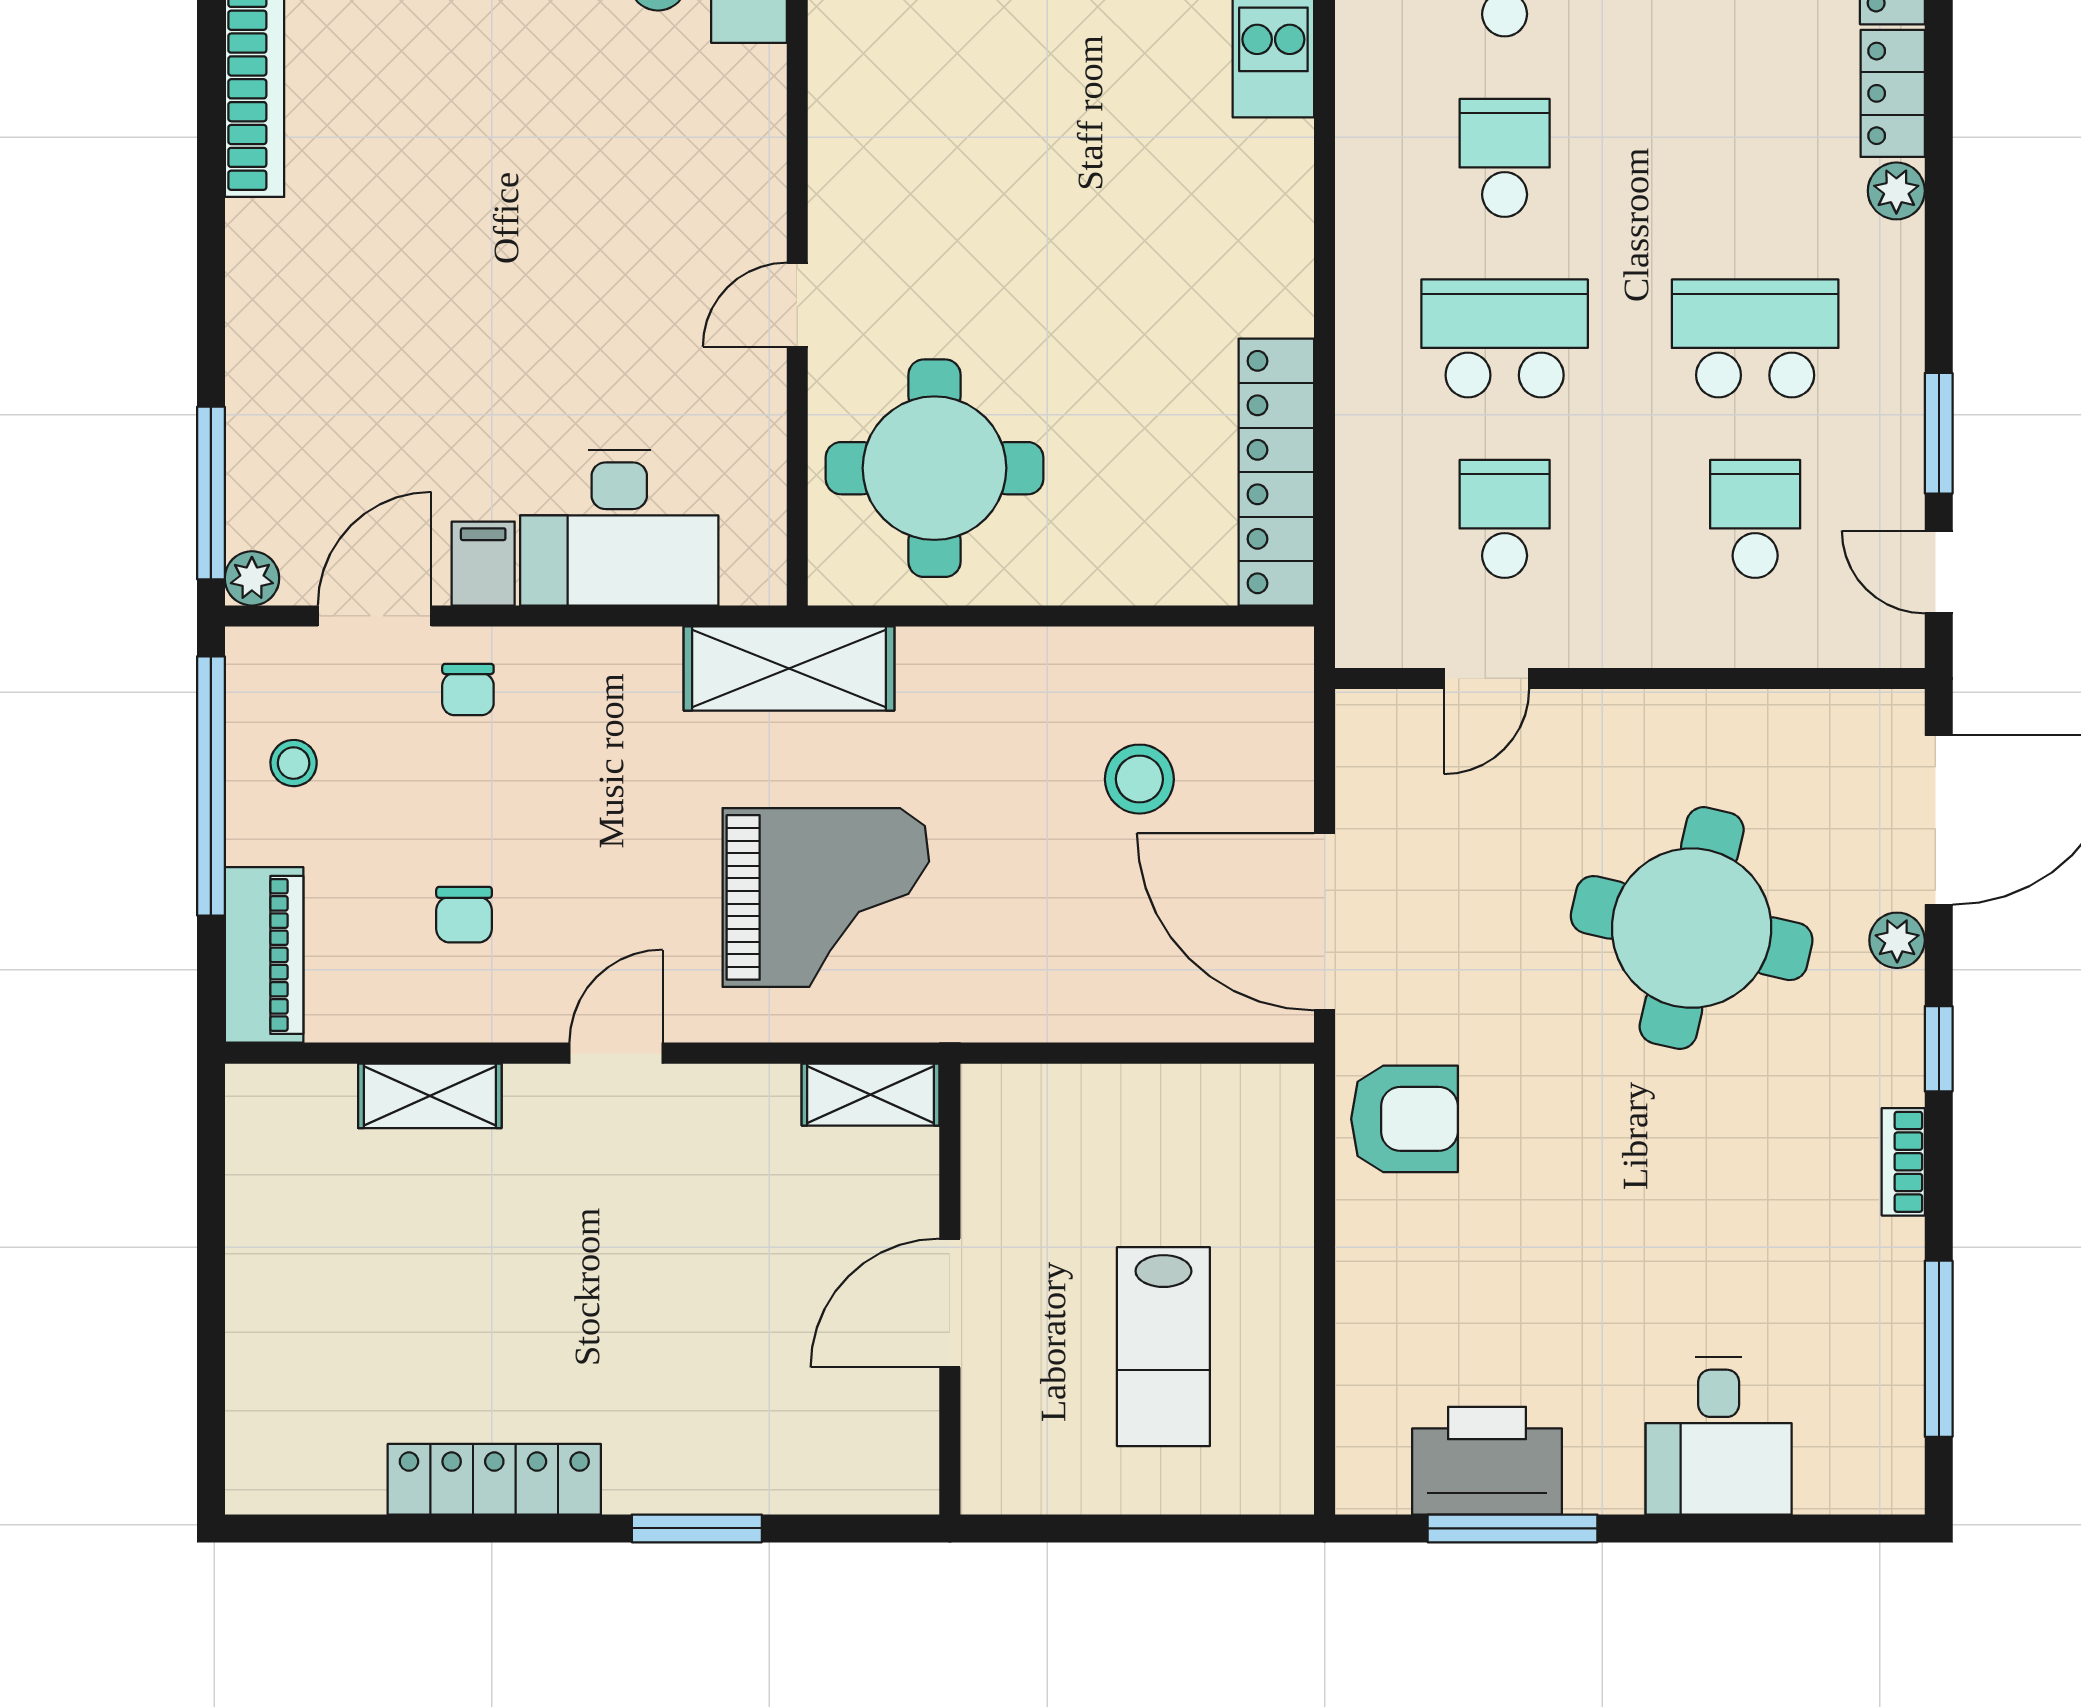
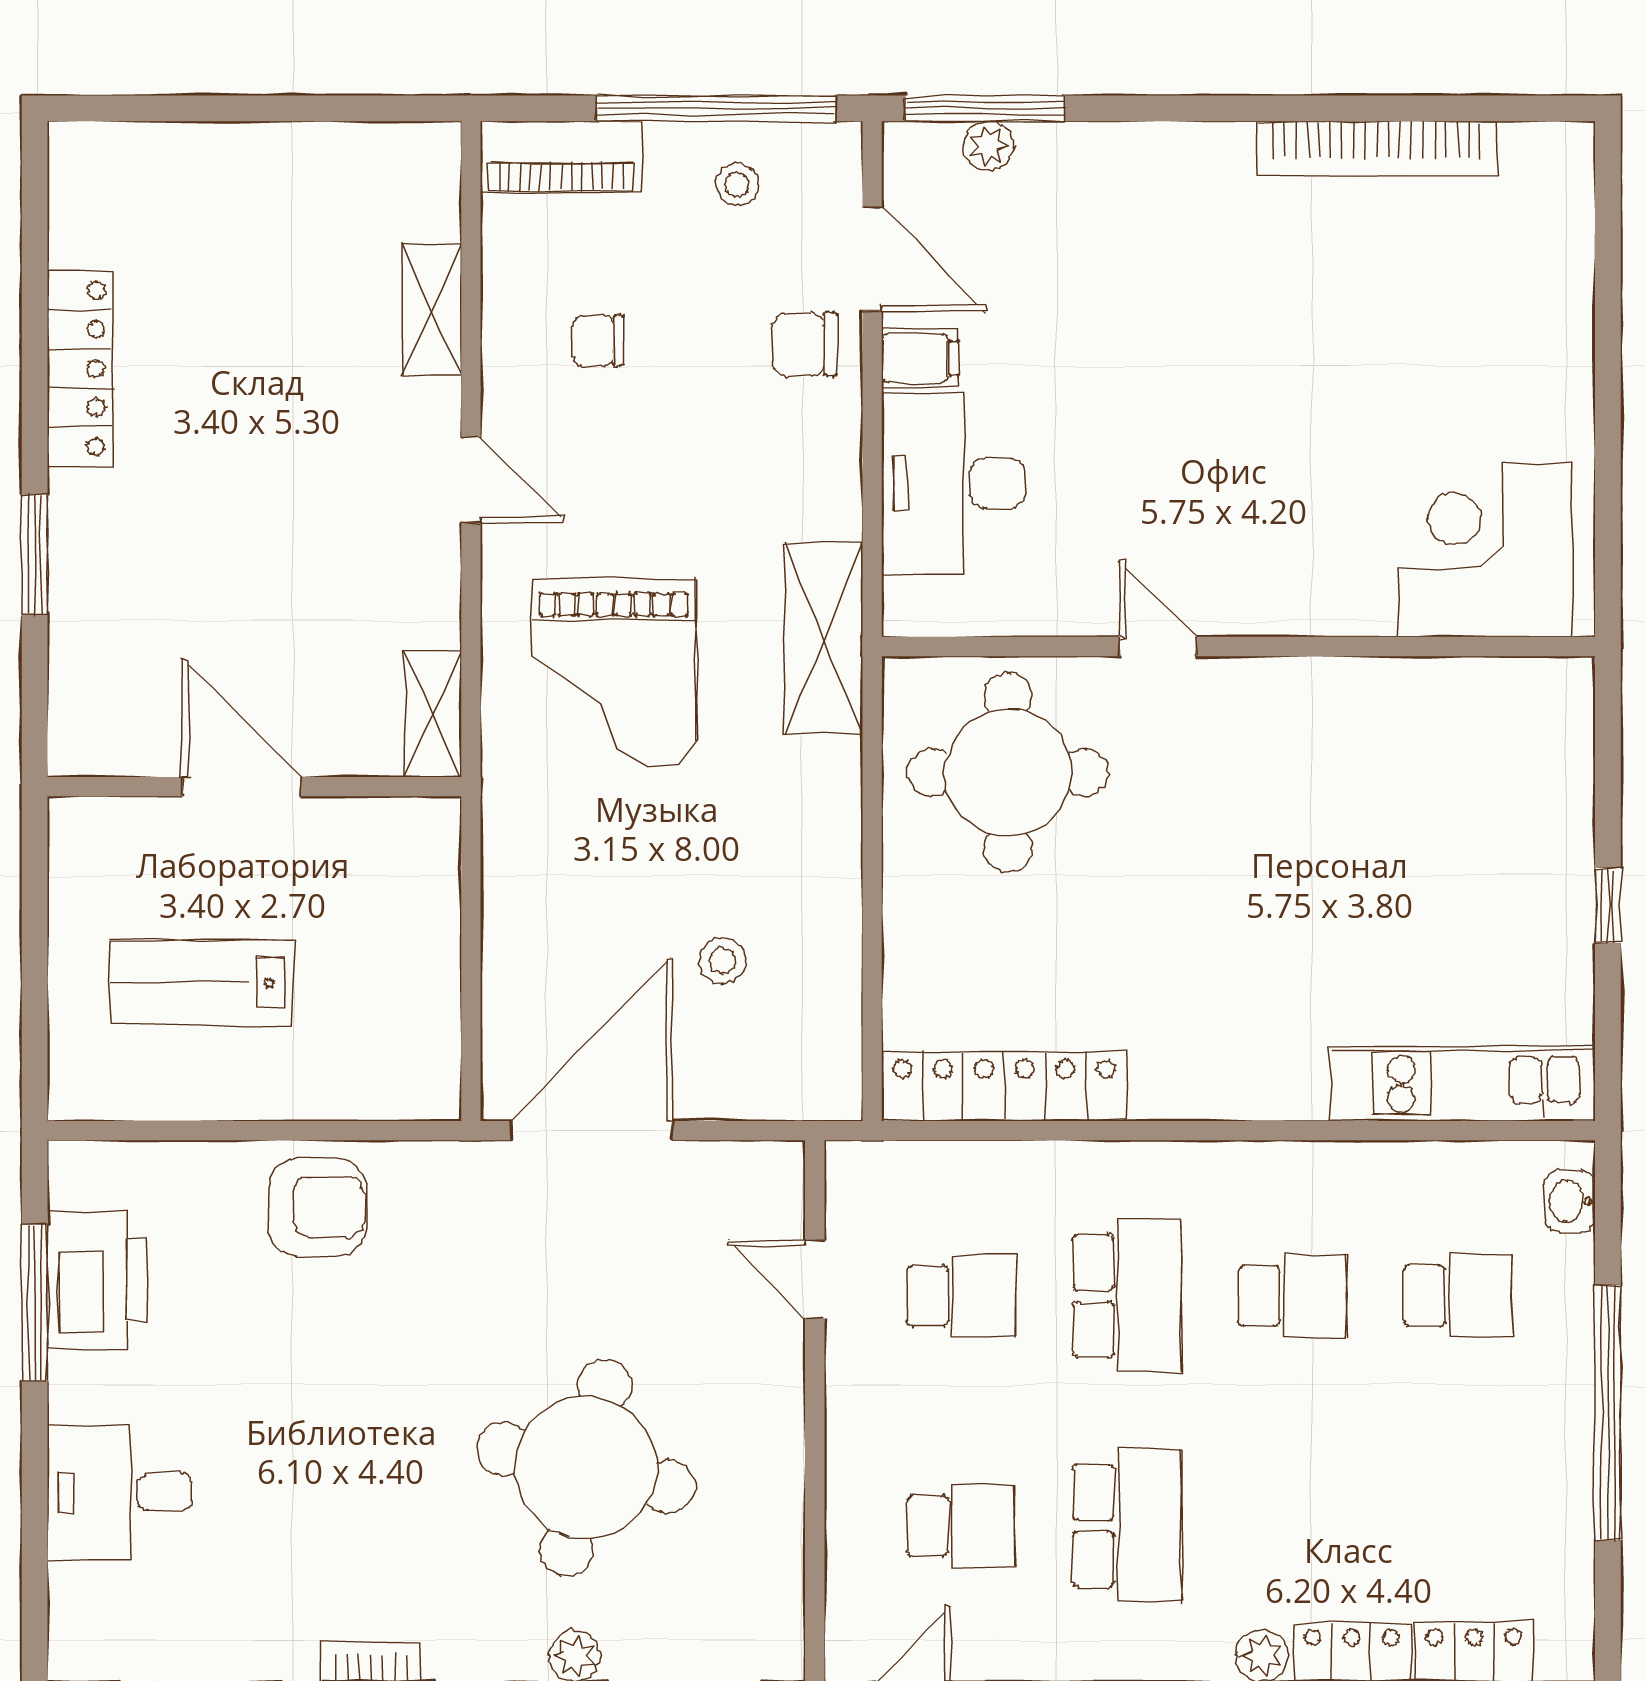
plant: (252, 578) -> (988, 146), moved
chair: (468, 689) -> (805, 344), width x1.37, depth x1.37
stool: (1139, 779) -> (722, 961), width x0.73, depth x0.73
armchair: (1405, 1119) -> (317, 1207), moved, turned -90

